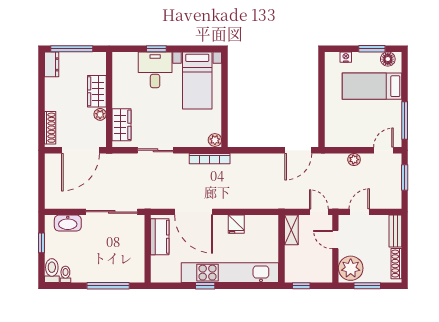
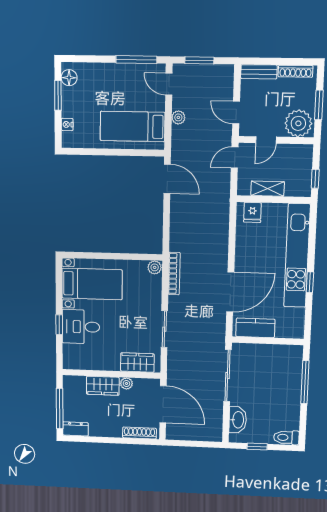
bed: (372, 86) -> (132, 126), moved, turned 90
fridge: (236, 224) -> (252, 212), moved, turned 90
shelving: (291, 230) -> (268, 189), moved
toilet: (65, 274) -> (291, 424), removed

